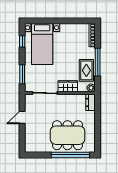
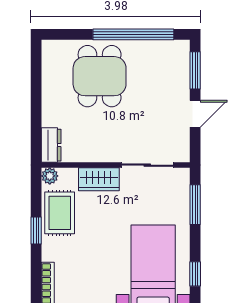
window: (98, 62) -> (36, 230), width x0.46
dining table: (67, 135) -> (100, 76), width x0.73
window: (22, 138) -> (195, 70), added
window: (70, 155) -> (133, 34), moved

